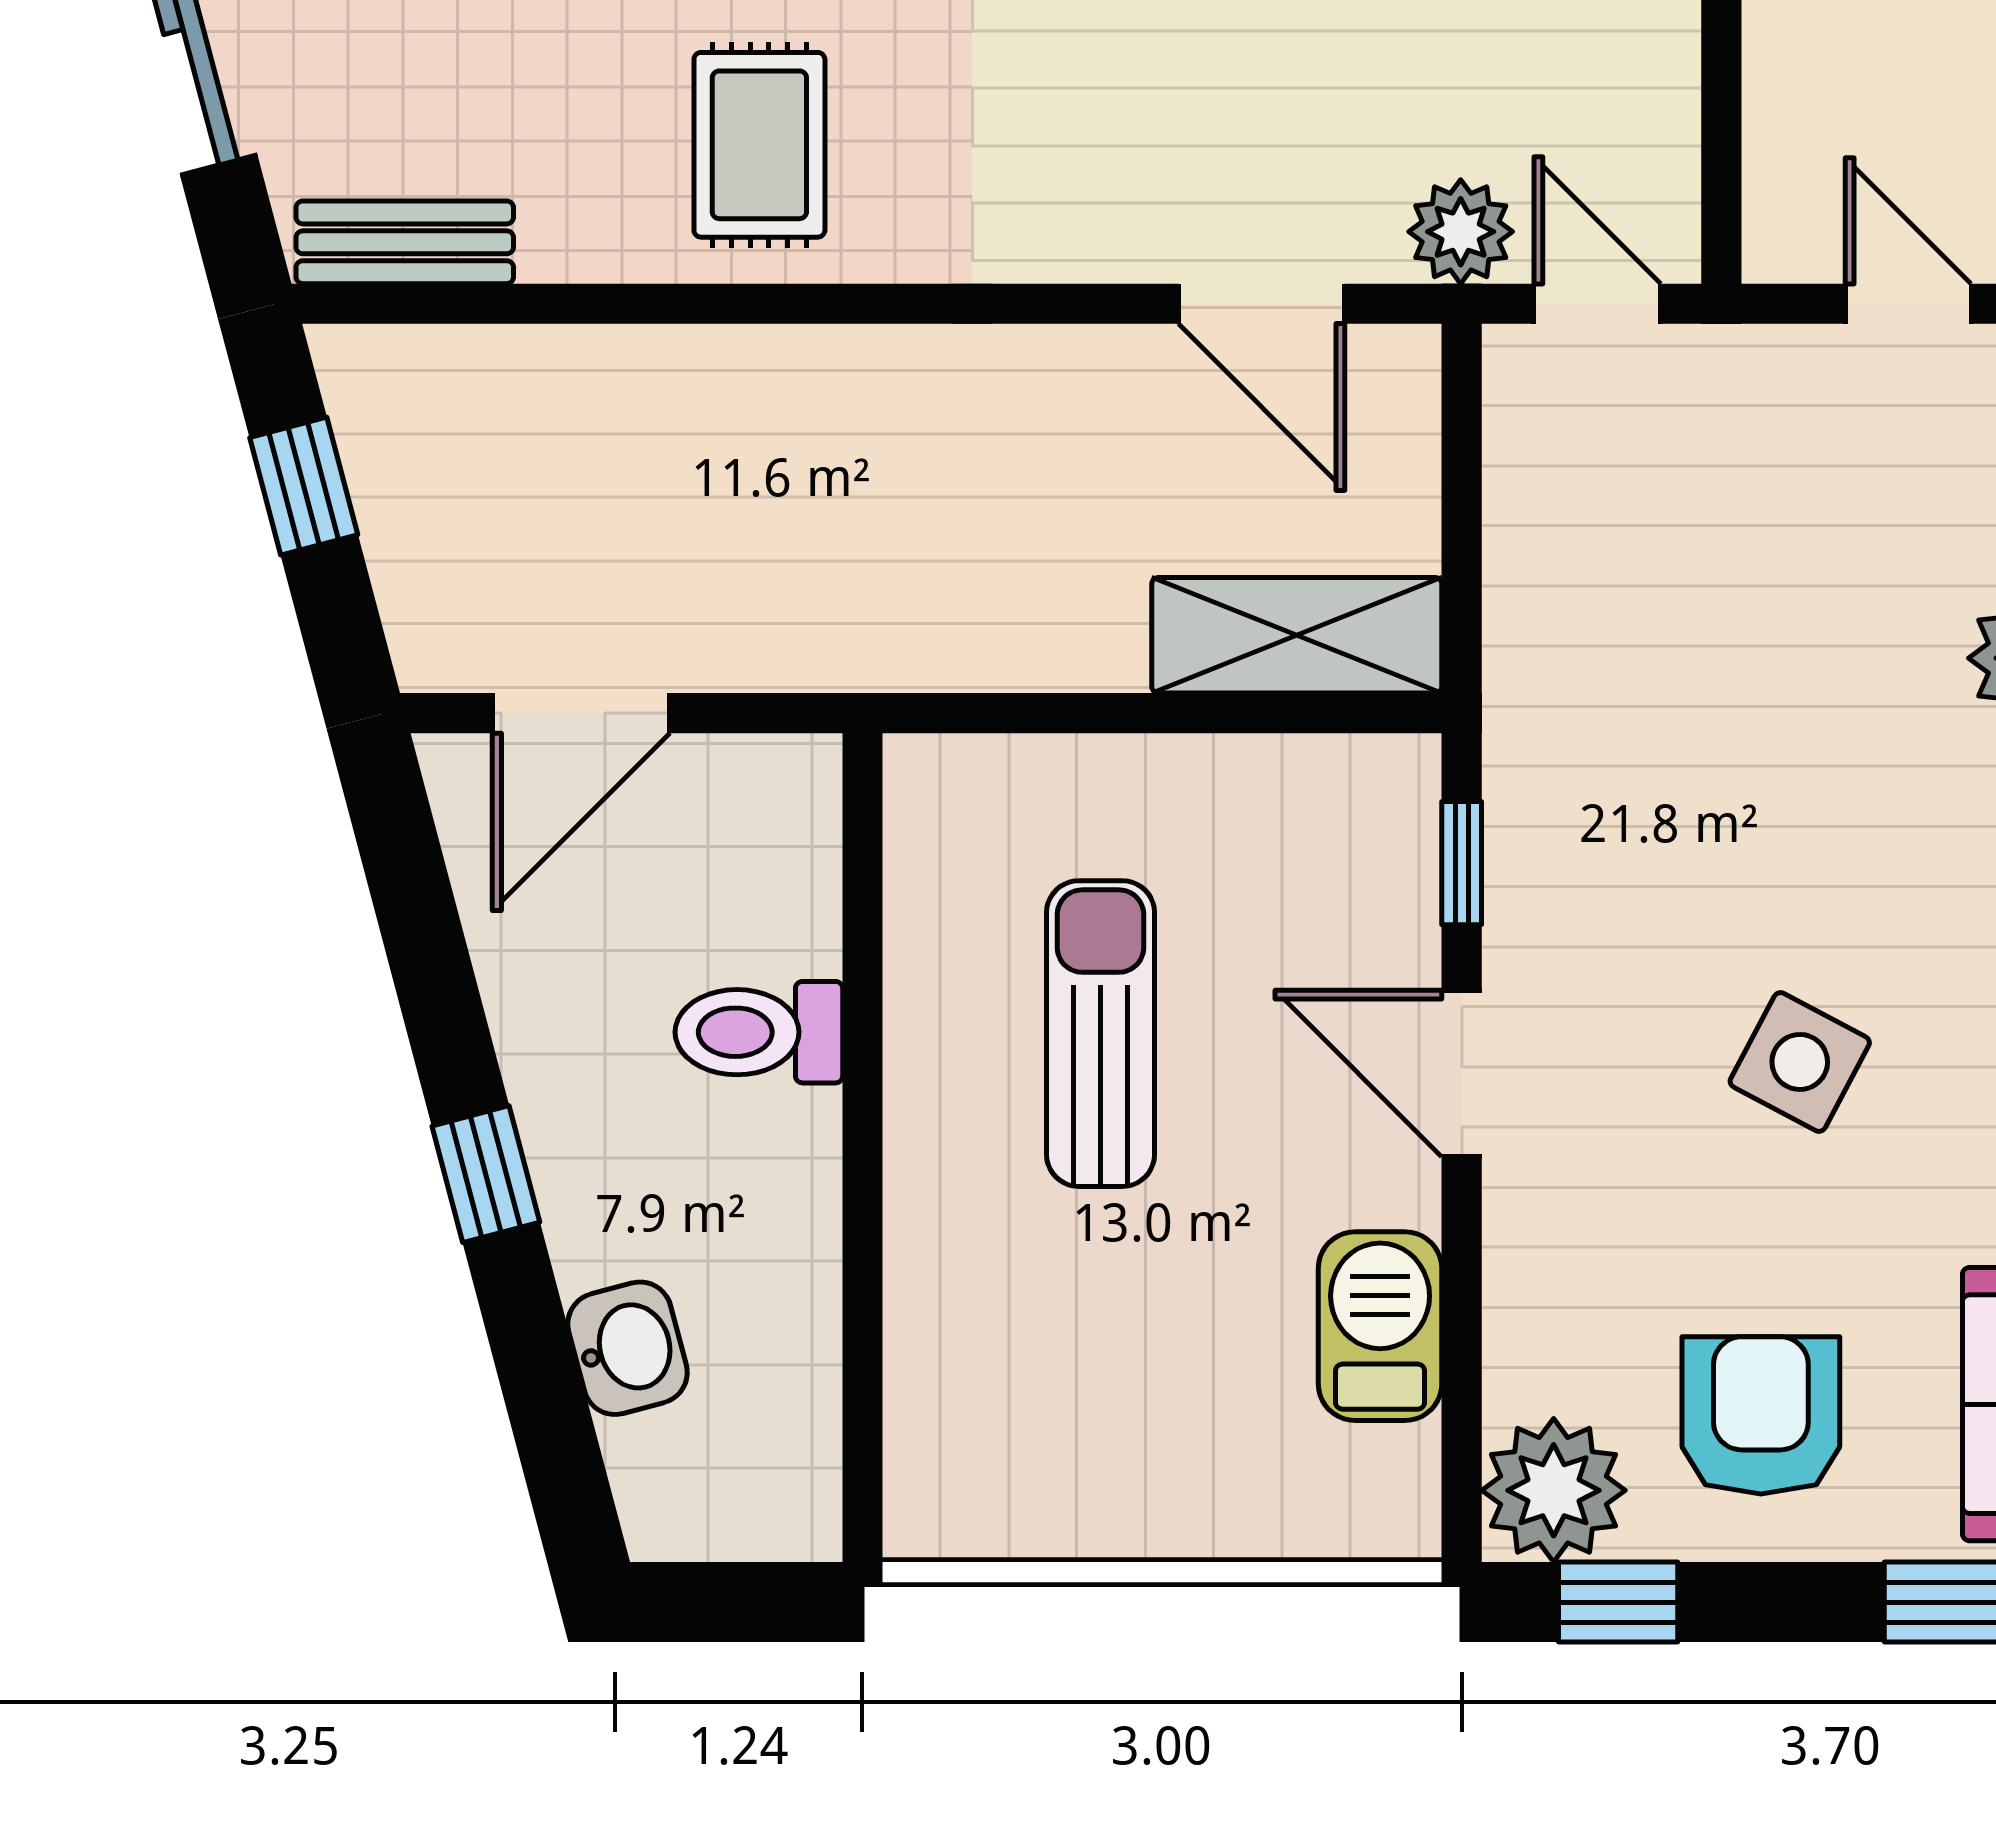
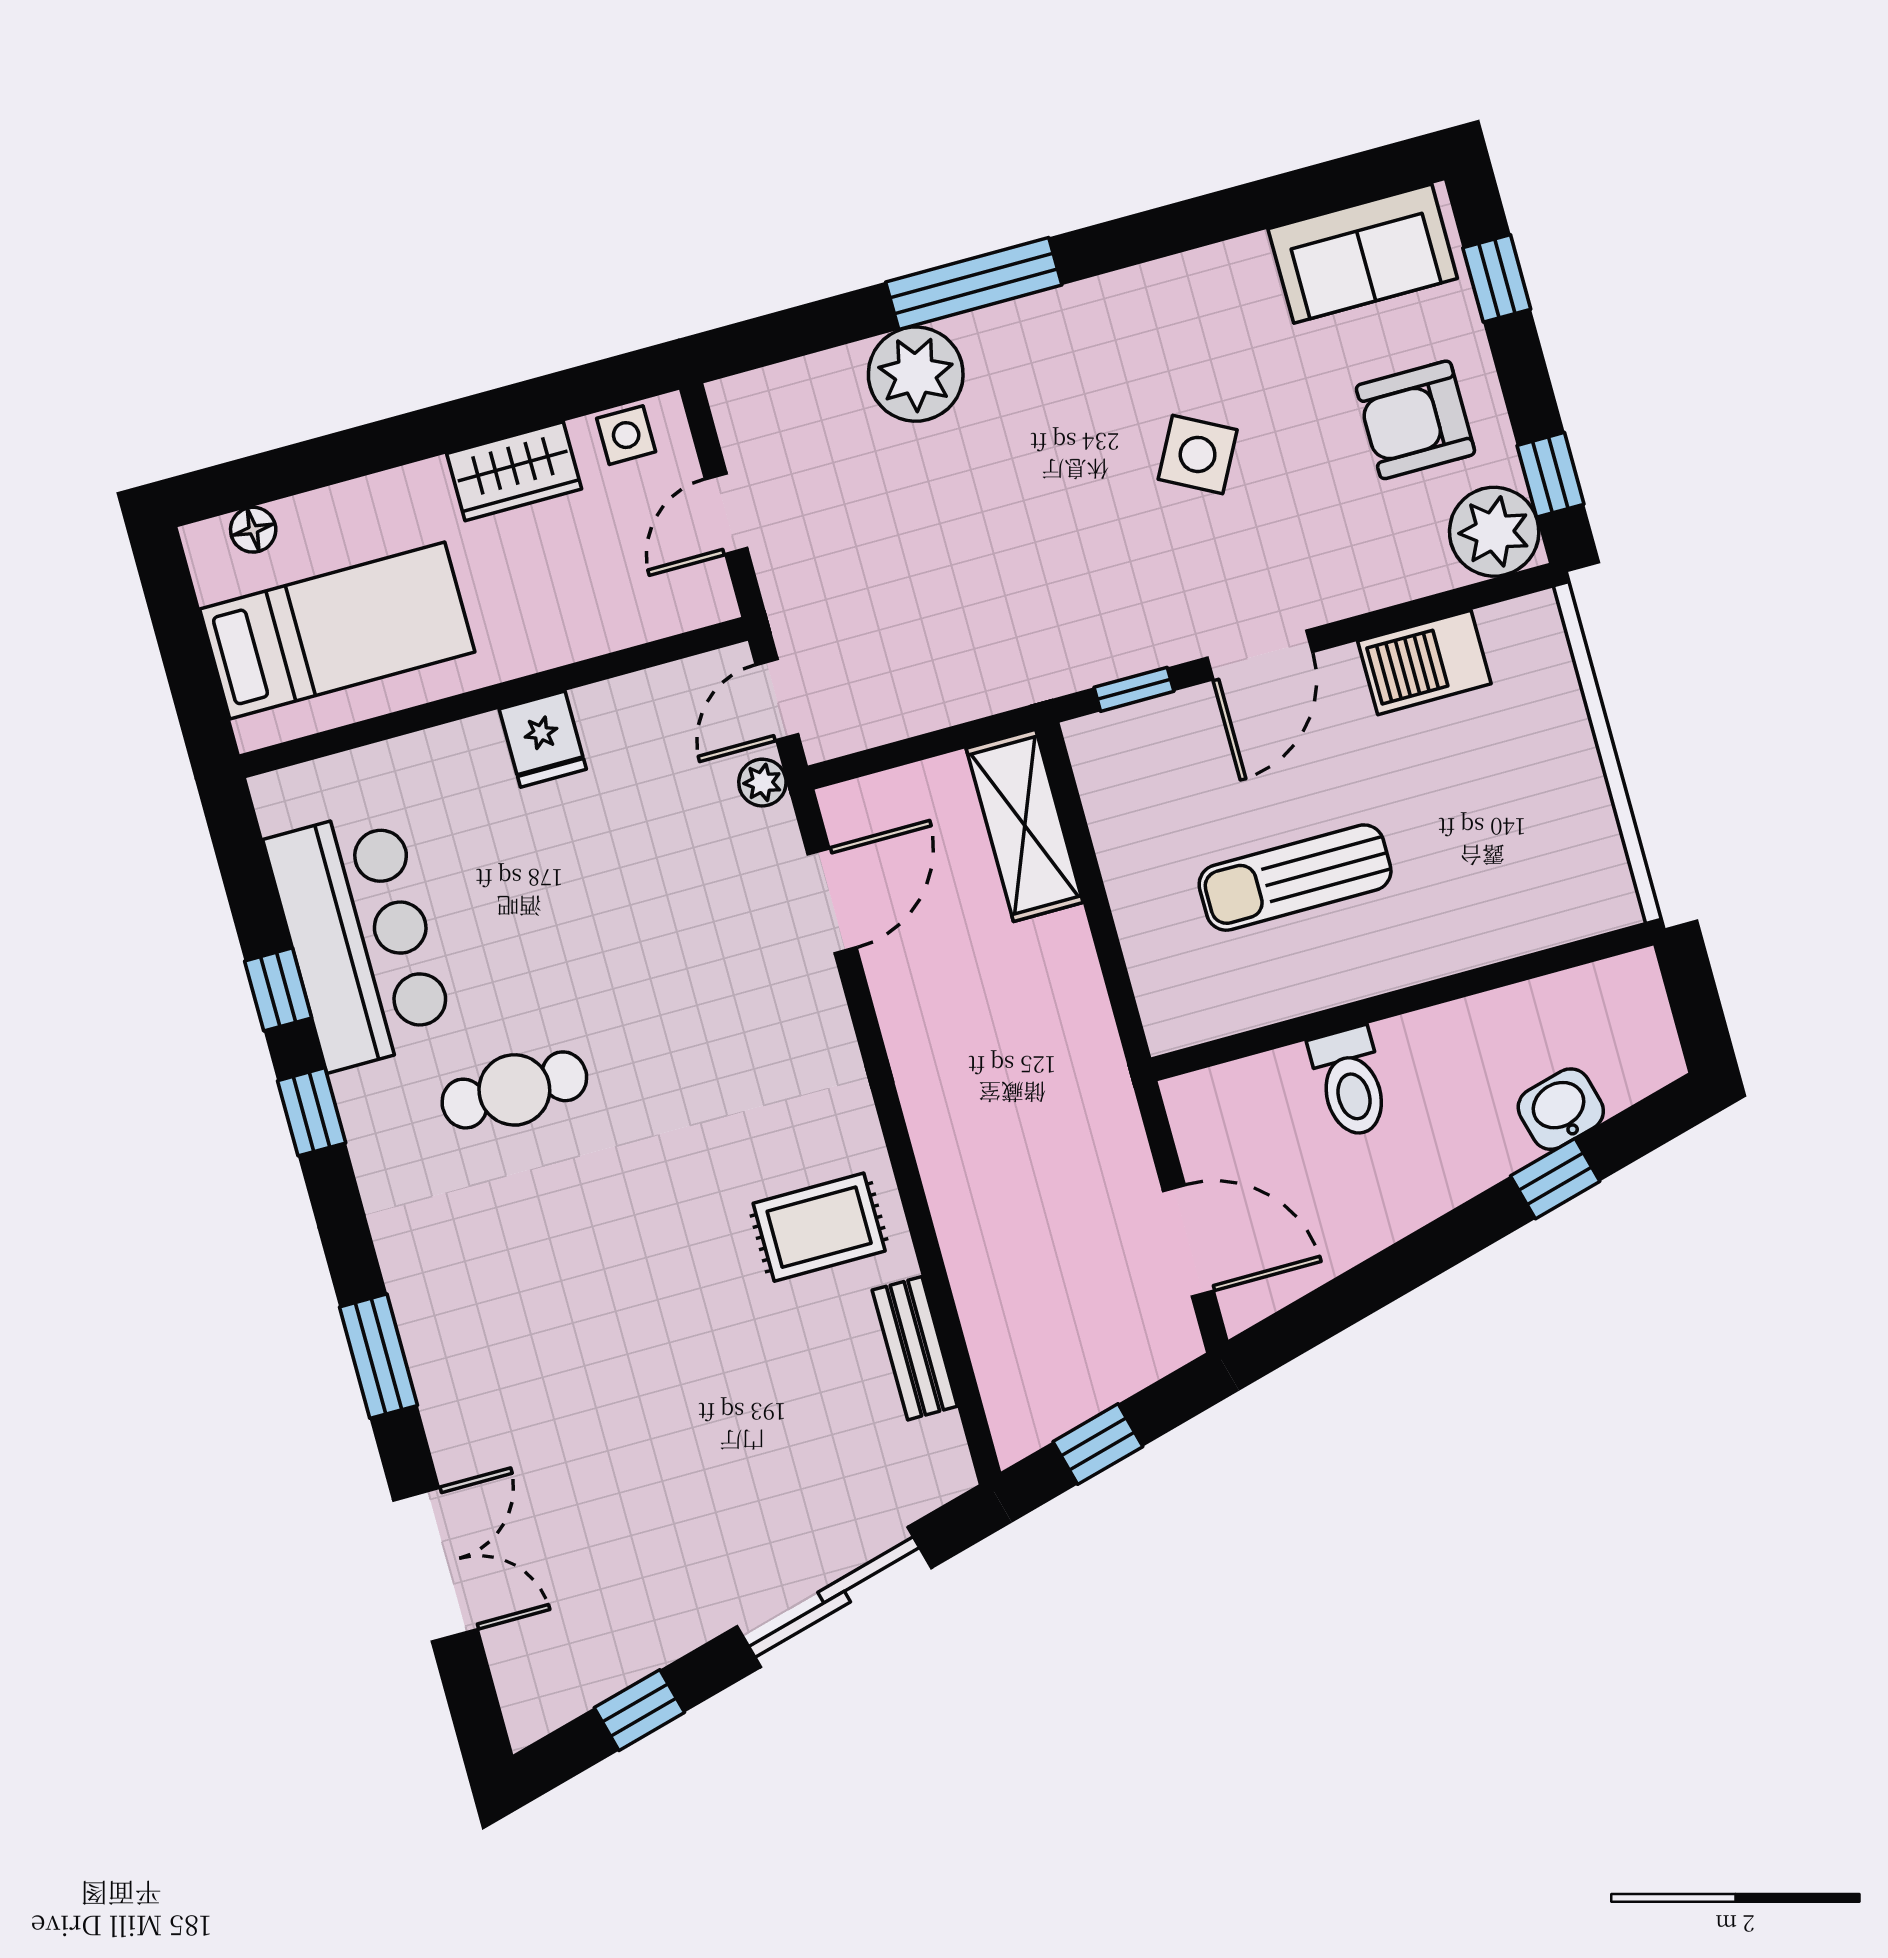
plant: (1461, 232) -> (762, 783), width x0.73, depth x0.73
bench: (405, 242) -> (915, 1348), moved
window: (486, 1174) -> (1555, 1179), moved

